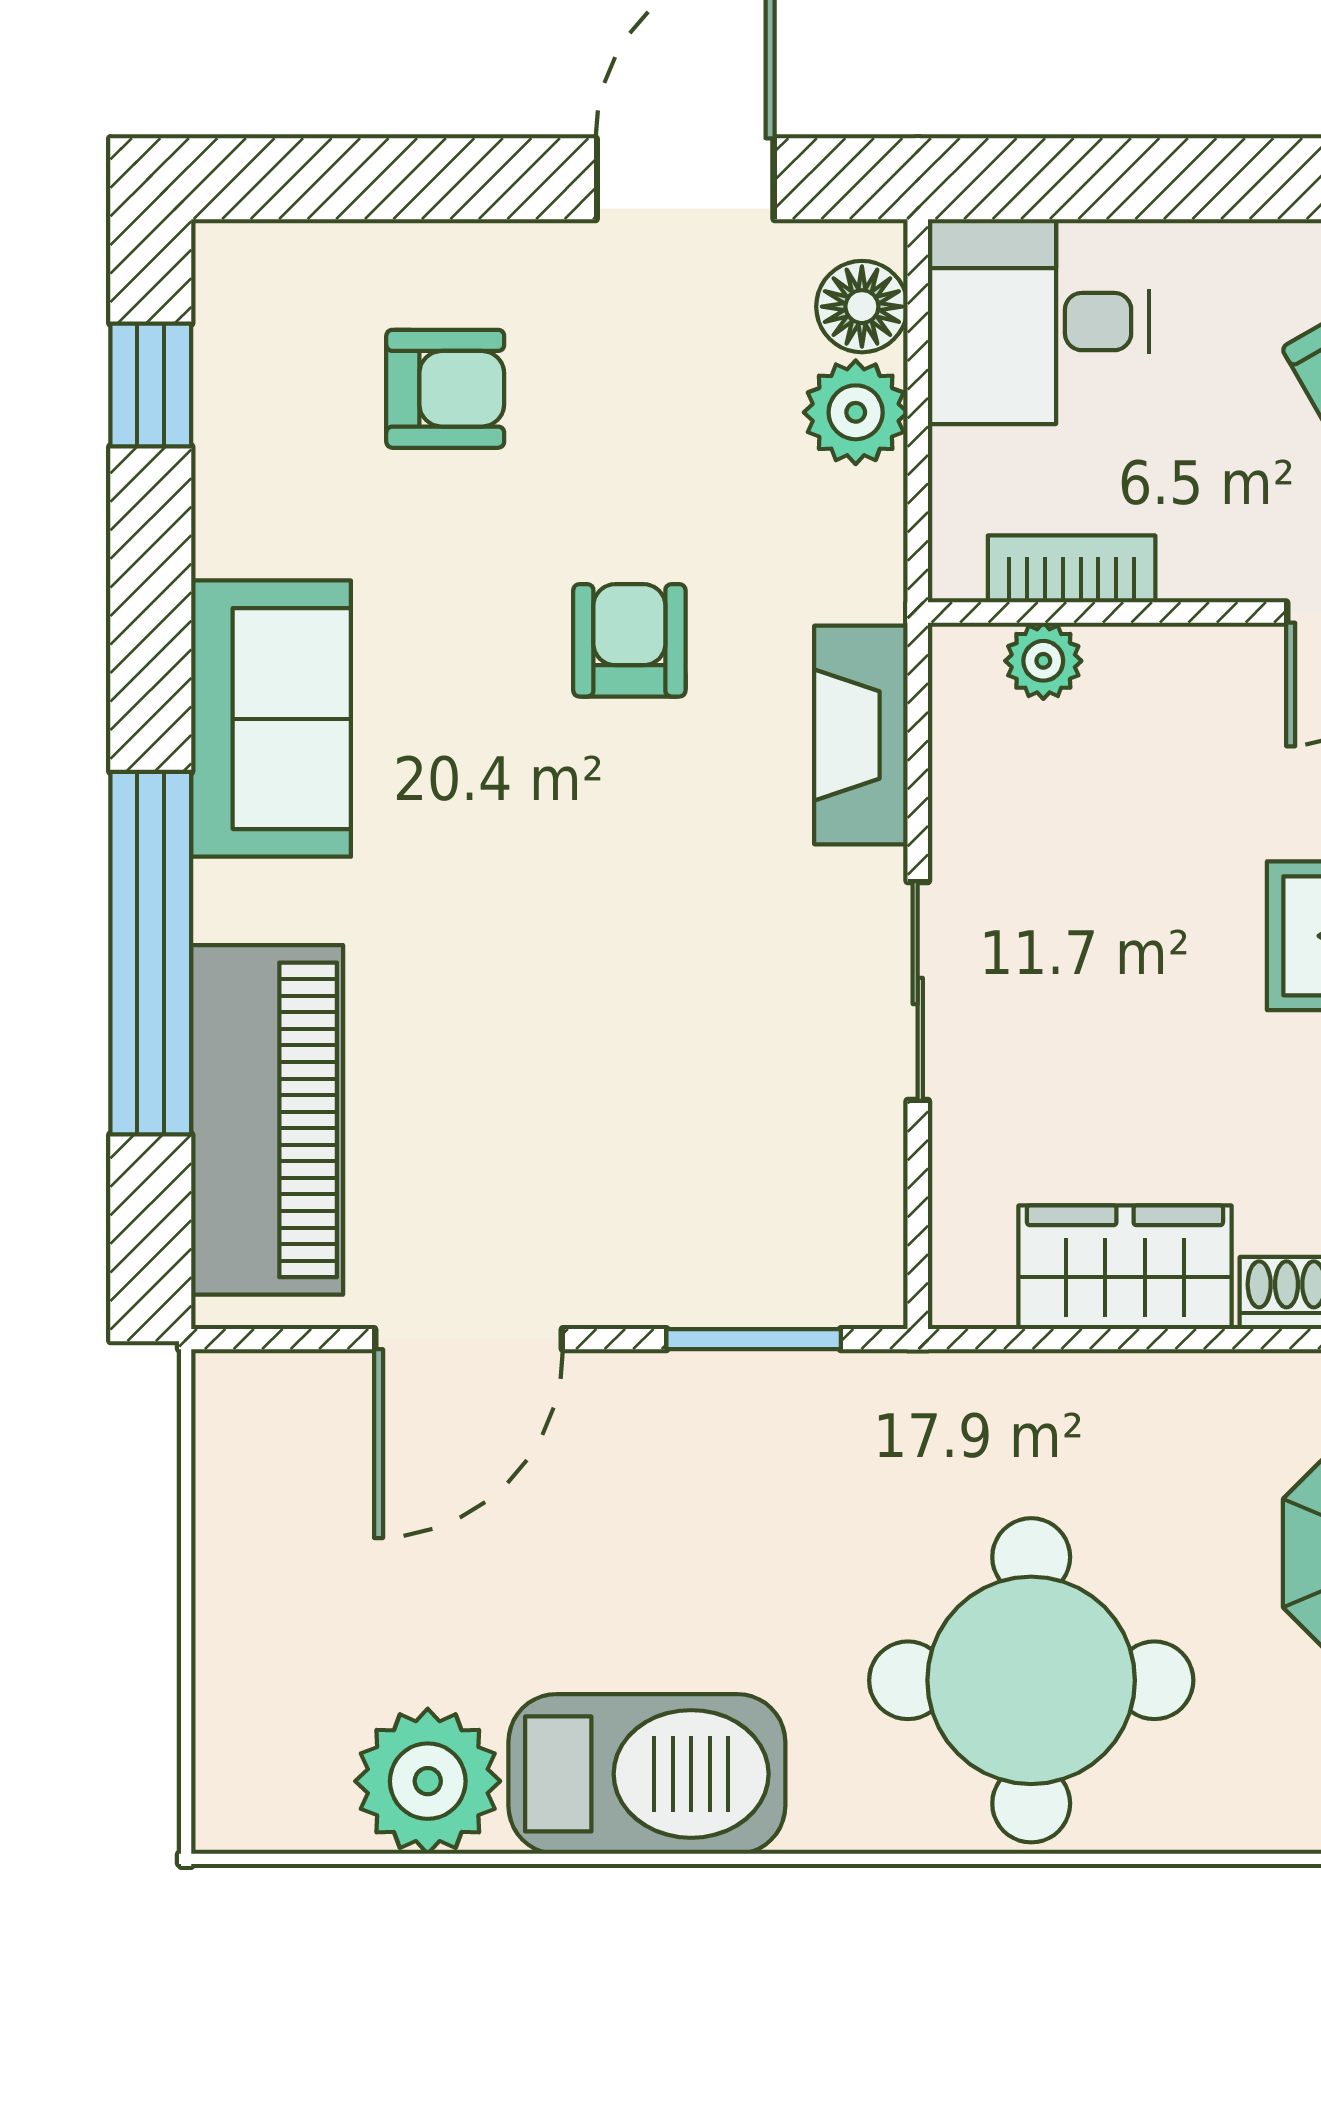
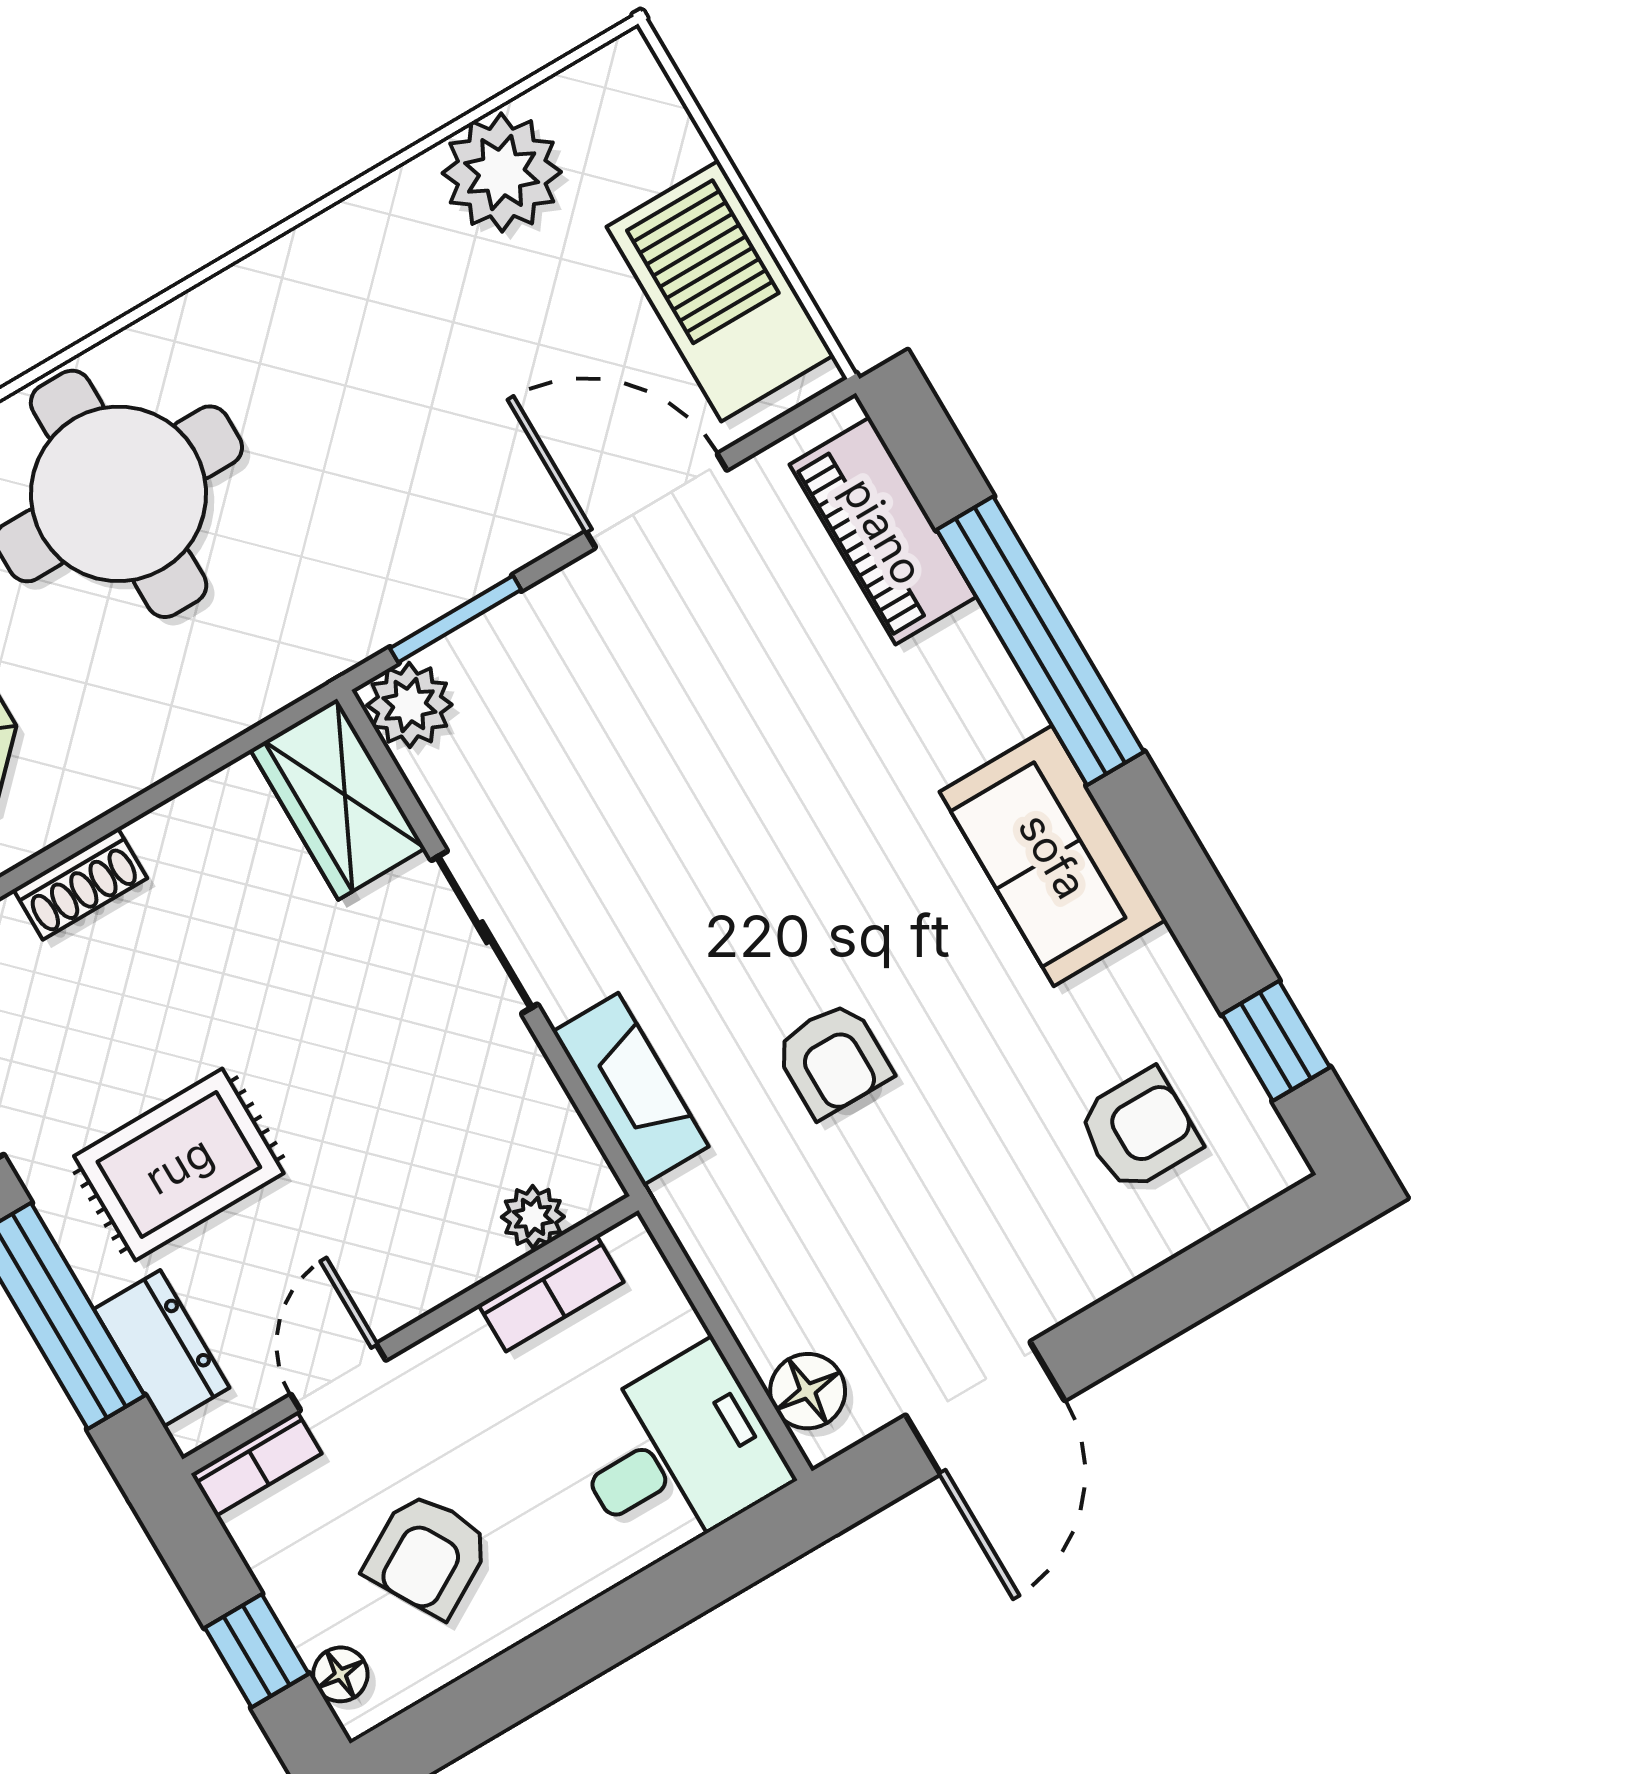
armchair: (445, 389) -> (1139, 1130), moved, turned 180
plant: (856, 412) -> (409, 705), moved
piano: (267, 1120) -> (883, 531), width x0.73, depth x0.75
wardrobe: (1125, 1267) -> (338, 799), moved, turned 90
door: (468, 1339) -> (656, 501), hinge flipped
barbecue: (647, 1774) -> (720, 291), moved, turned 90

